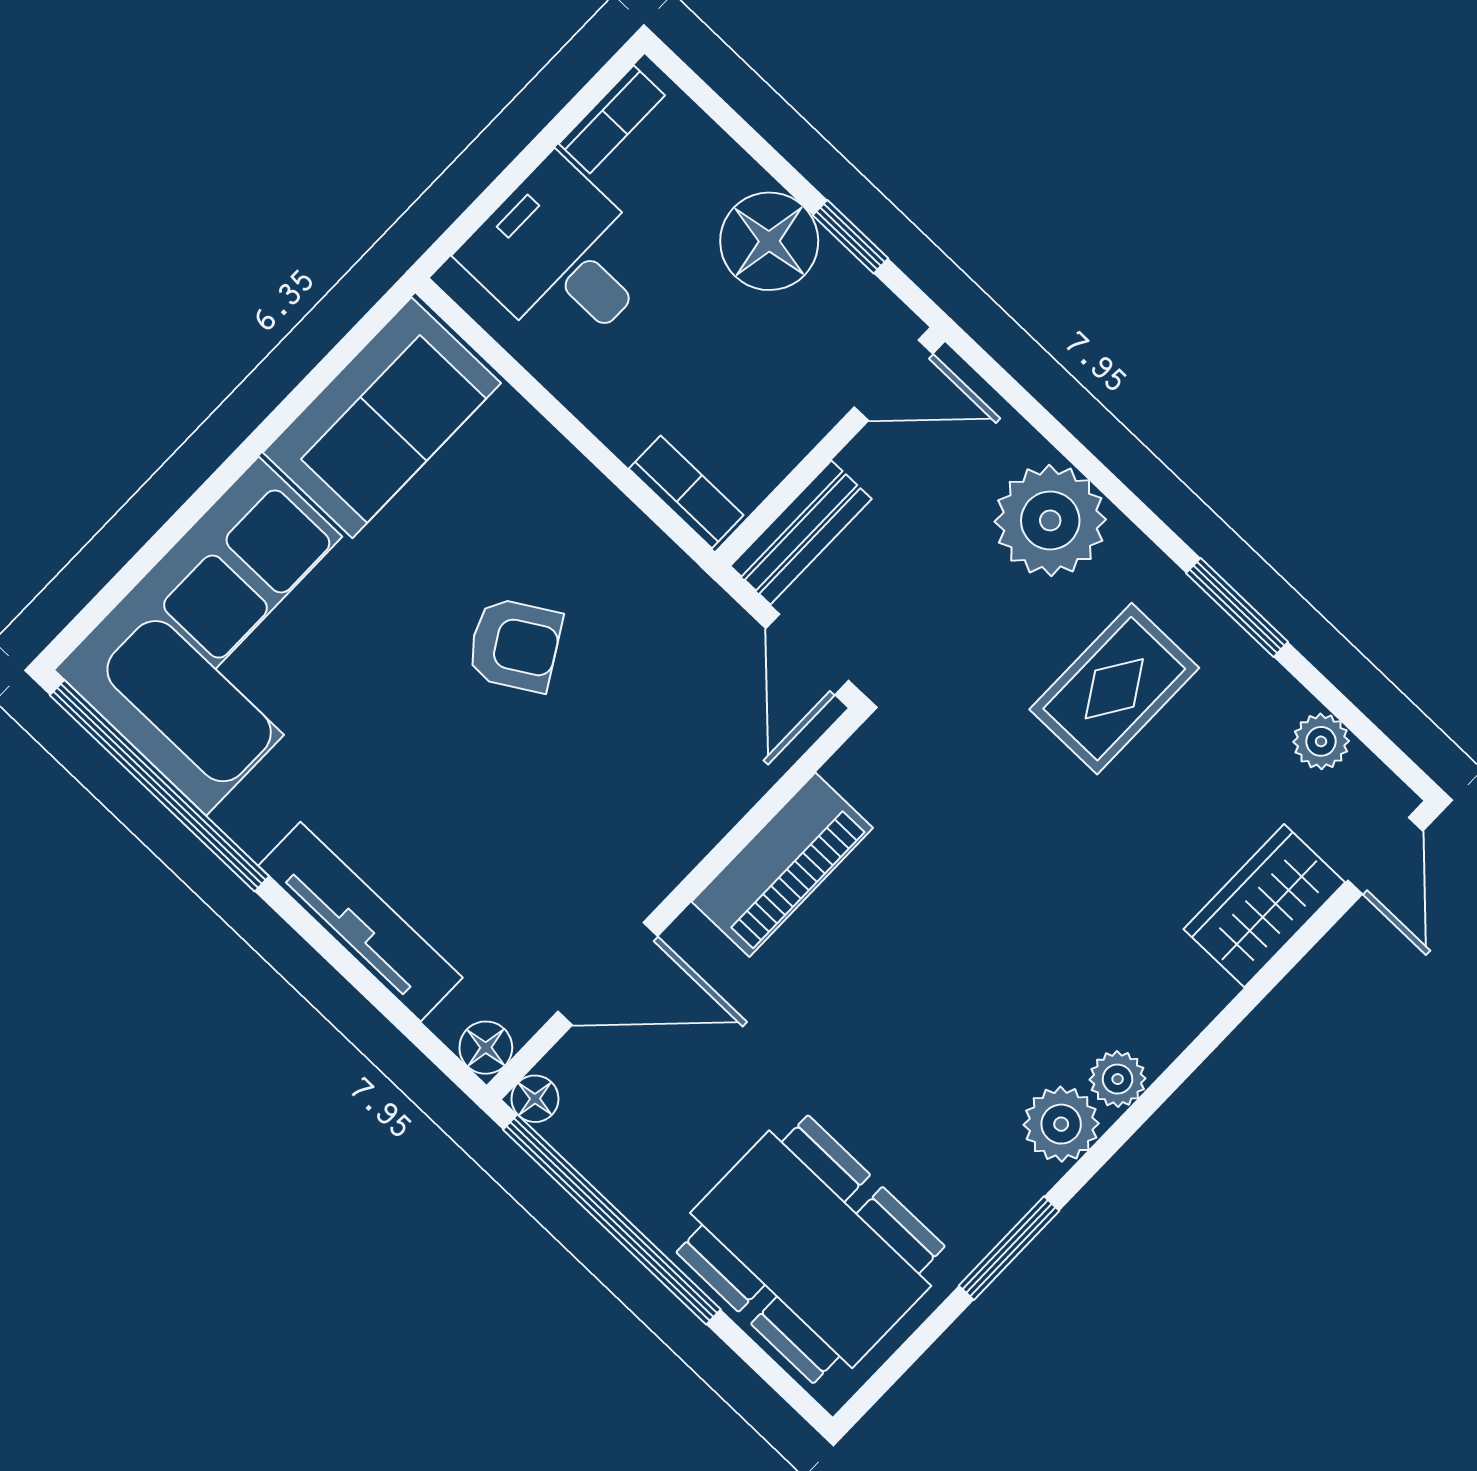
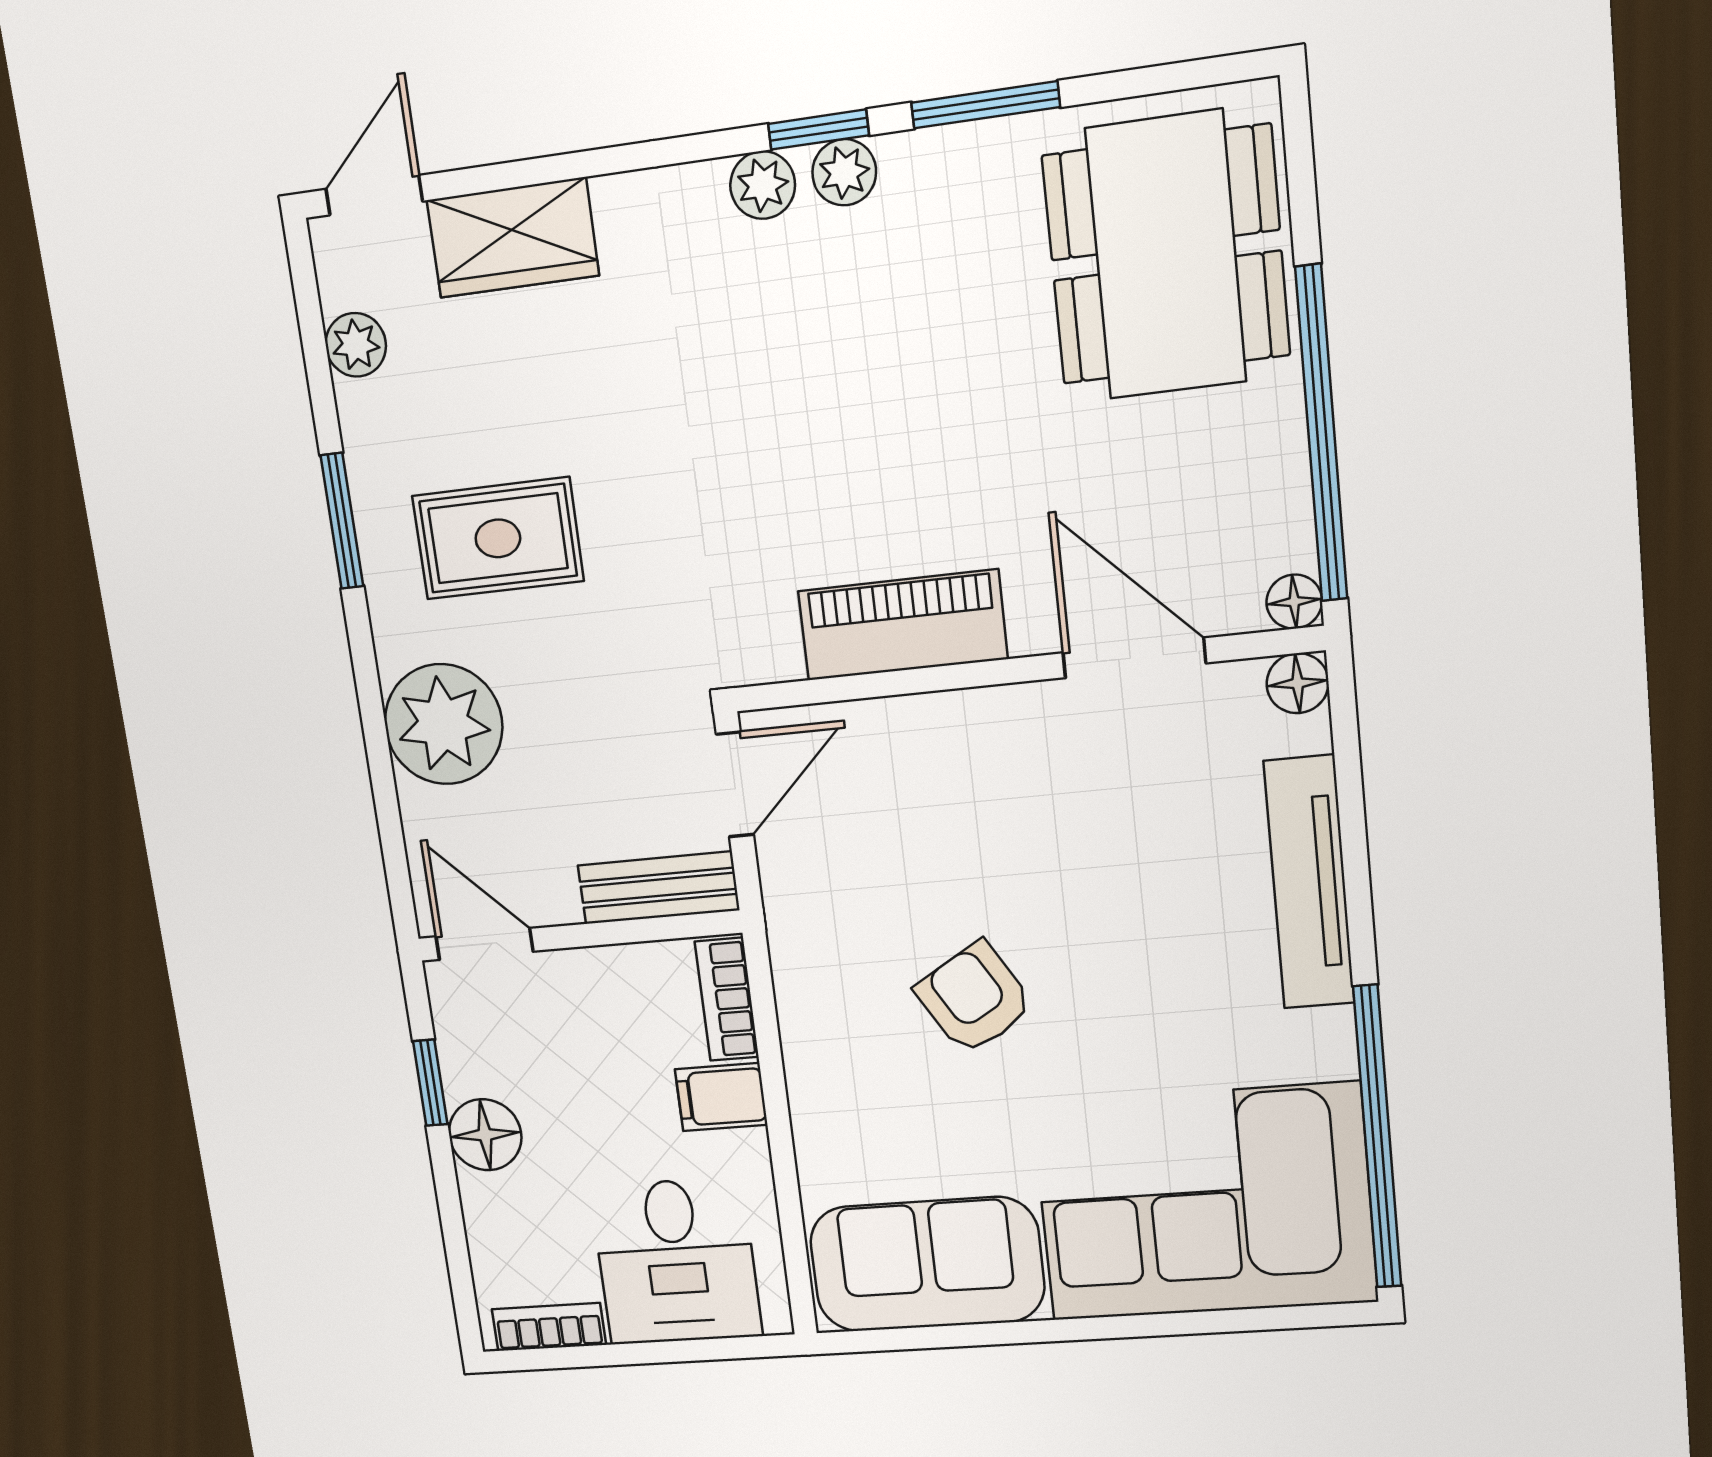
floor lamp: (769, 241) -> (485, 1135), width x0.73, depth x0.73
filing cabinet: (631, 414) -> (721, 1097), added
plant: (1061, 1124) -> (844, 172), width x0.73, depth x0.73
window: (1108, 1145) -> (818, 130), added

